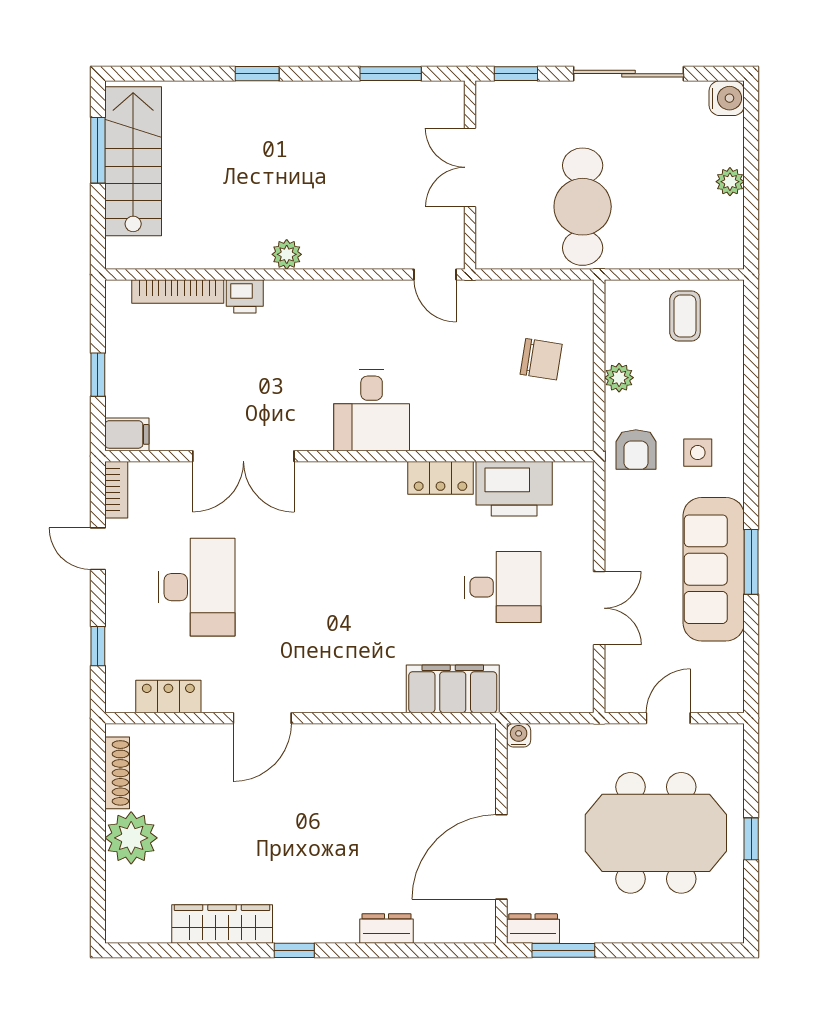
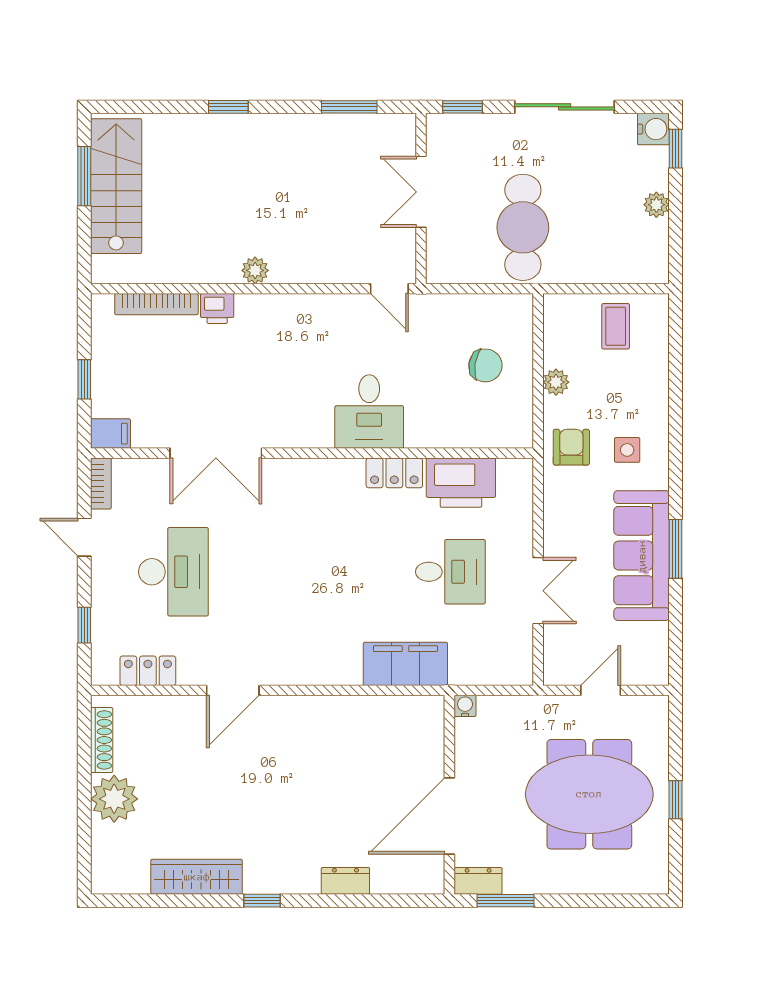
window: (751, 120) -> (676, 149), added
desk: (372, 410) -> (369, 412), moved
armchair: (636, 450) -> (571, 447), turned 180

